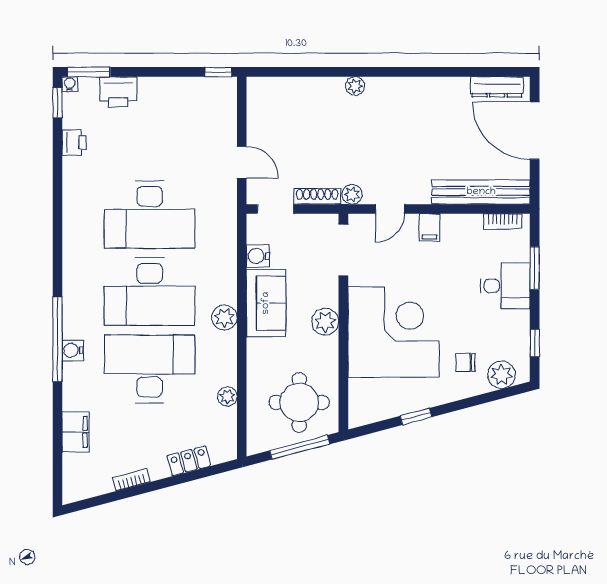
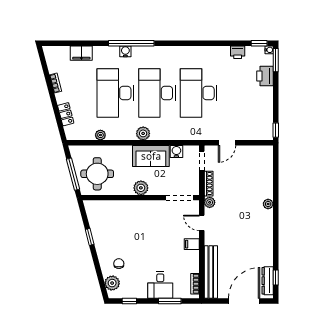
window: (491, 72) -> (276, 278), added
corner desk: (394, 332) -> (135, 225), removed
desk: (150, 369) -> (115, 93), turned 180

